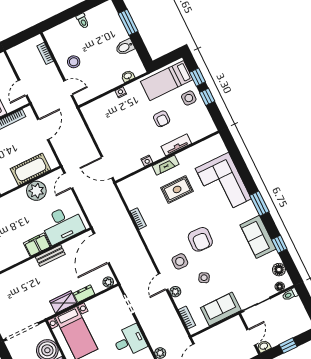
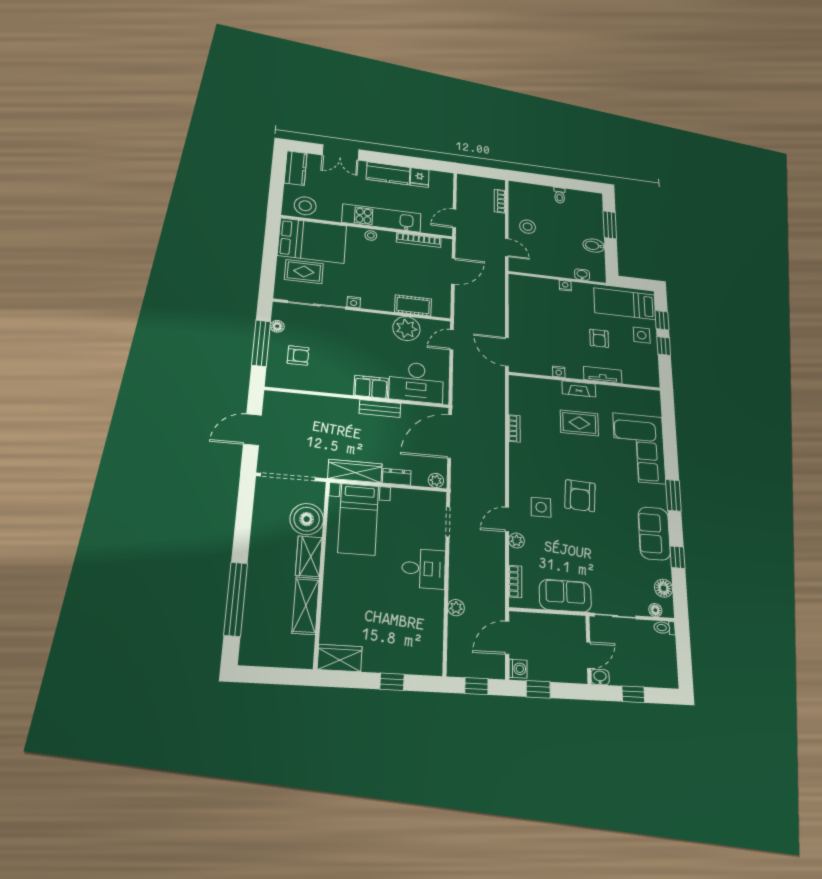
cot: (31, 169) -> (413, 305), width x0.73, depth x0.75
side table: (204, 278) -> (562, 544), removed
wardrobe: (63, 302) -> (355, 471), width x1.50

